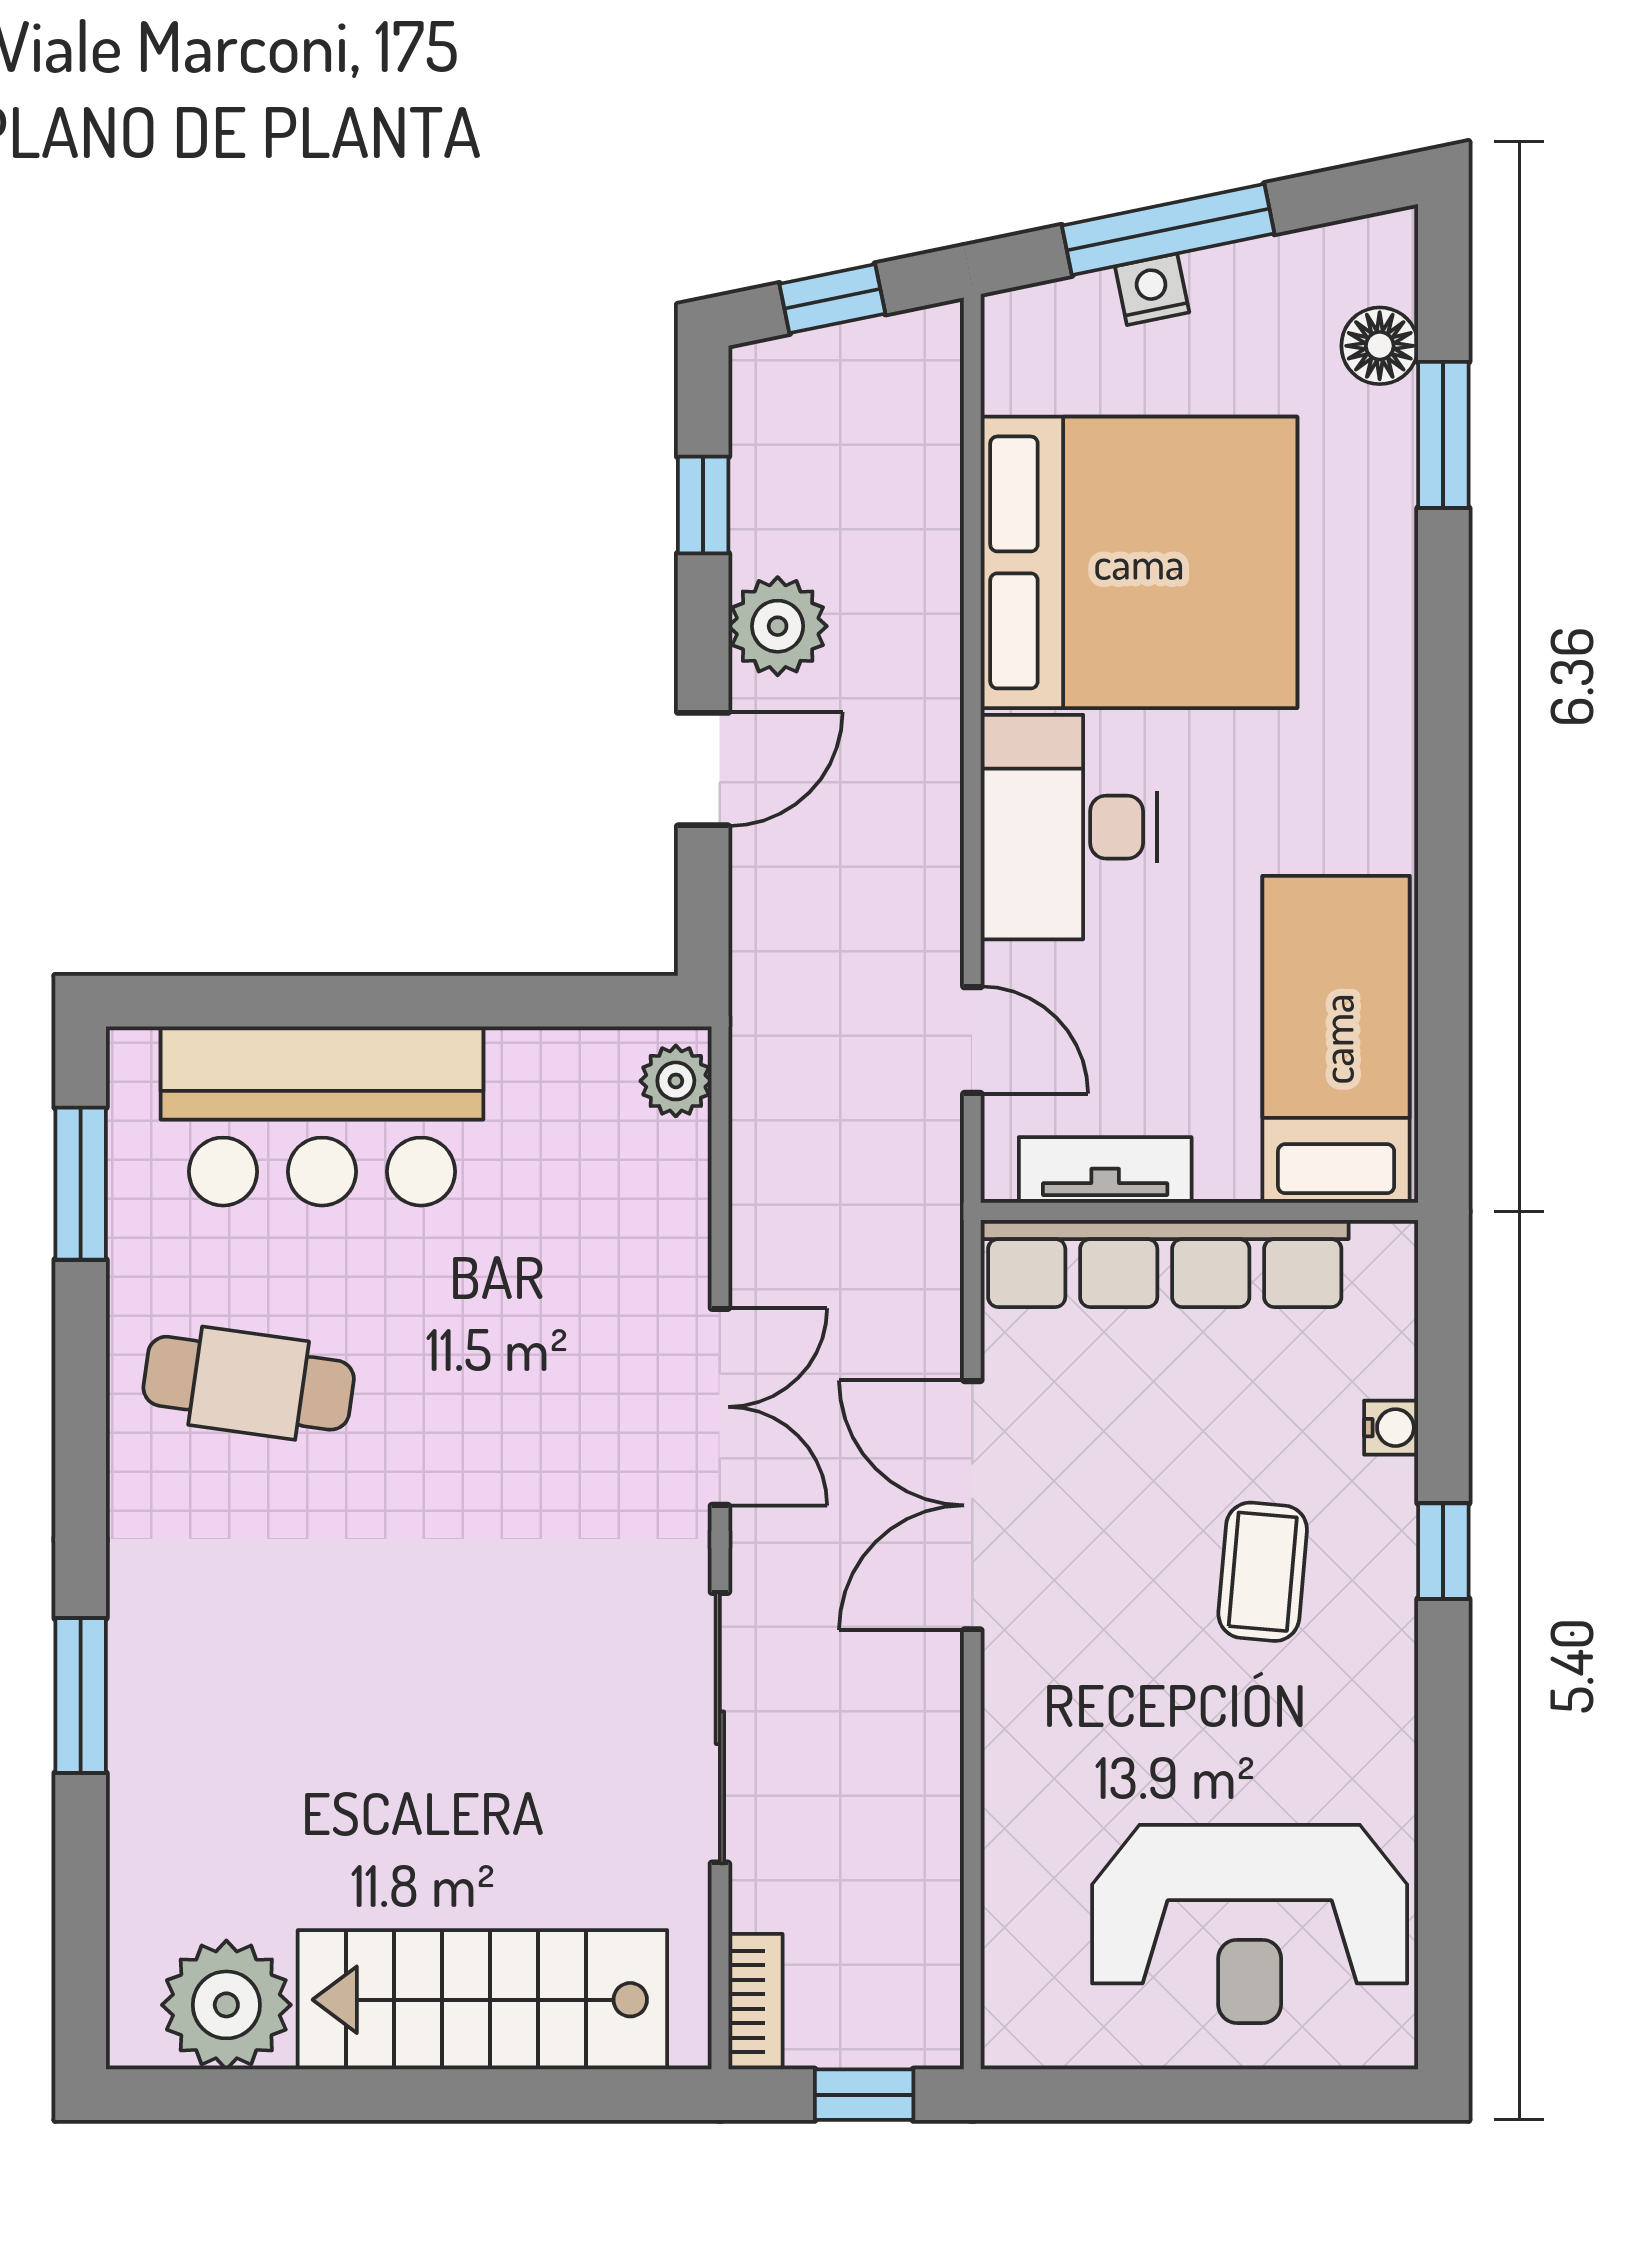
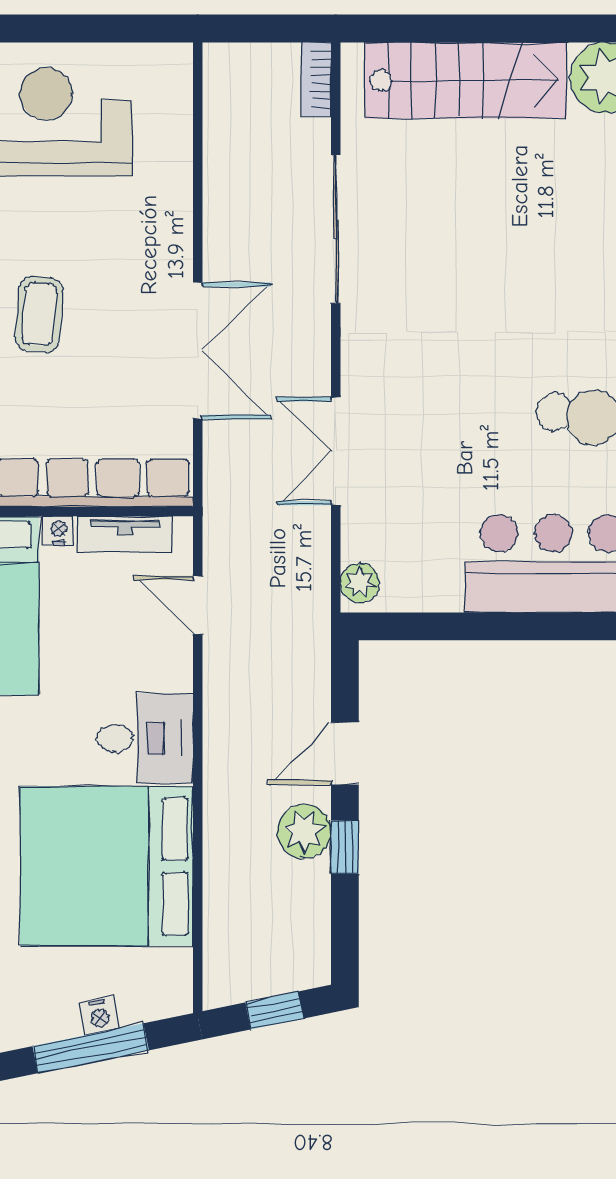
window: (703, 505) -> (345, 847), moved
desk: (1069, 827) -> (145, 738), width x0.73
nightstand: (1227, 1176) -> (58, 531), added
double door: (720, 1407) -> (336, 451), moved
window: (864, 2095) -> (257, 28), removed

